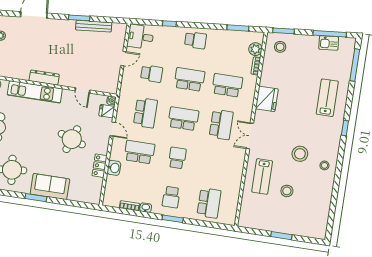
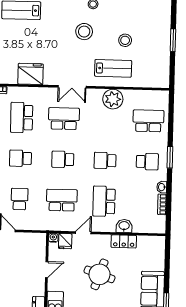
school desk: (189, 79) -> (21, 158), width x0.54
school desk: (183, 119) -> (63, 159), width x0.54
plant: (234, 172) -> (113, 99), added

